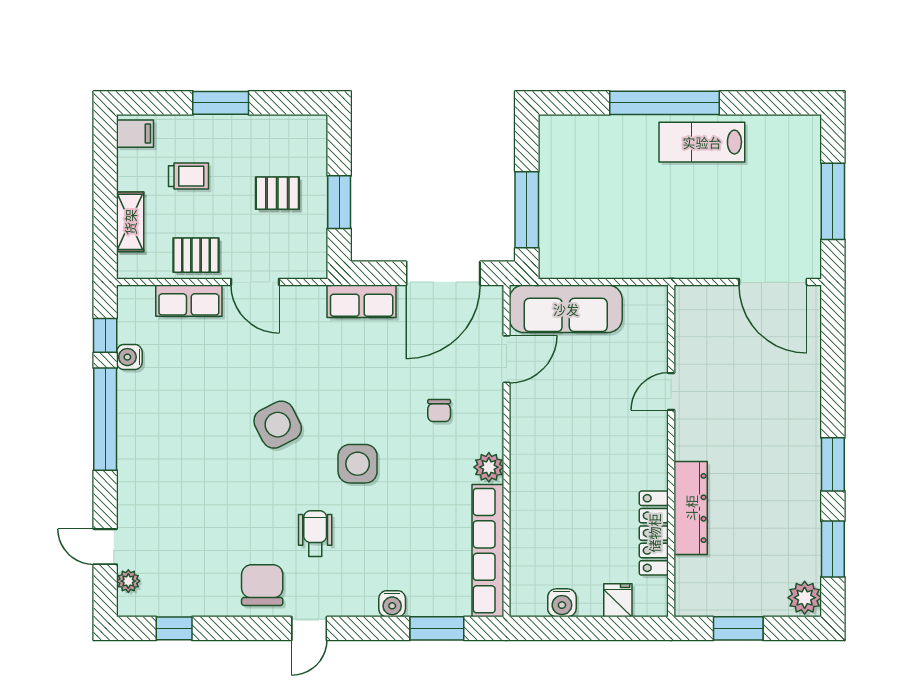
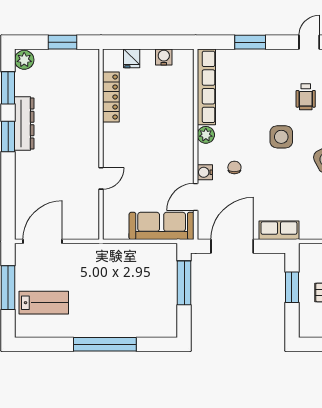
lab bench: (702, 142) -> (44, 303), moved
door: (773, 282) -> (43, 241), hinge flipped
dresser: (691, 508) -> (24, 123), moved, turned 180
water cooler: (392, 604) -> (205, 172), moved, turned -90
window: (437, 628) -> (250, 42), moved

